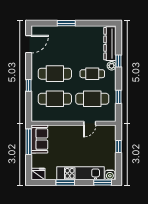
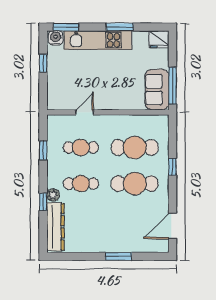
cafe table: (92, 99) -> (81, 147), width x0.73, depth x0.74
window: (119, 146) -> (43, 63), moved

